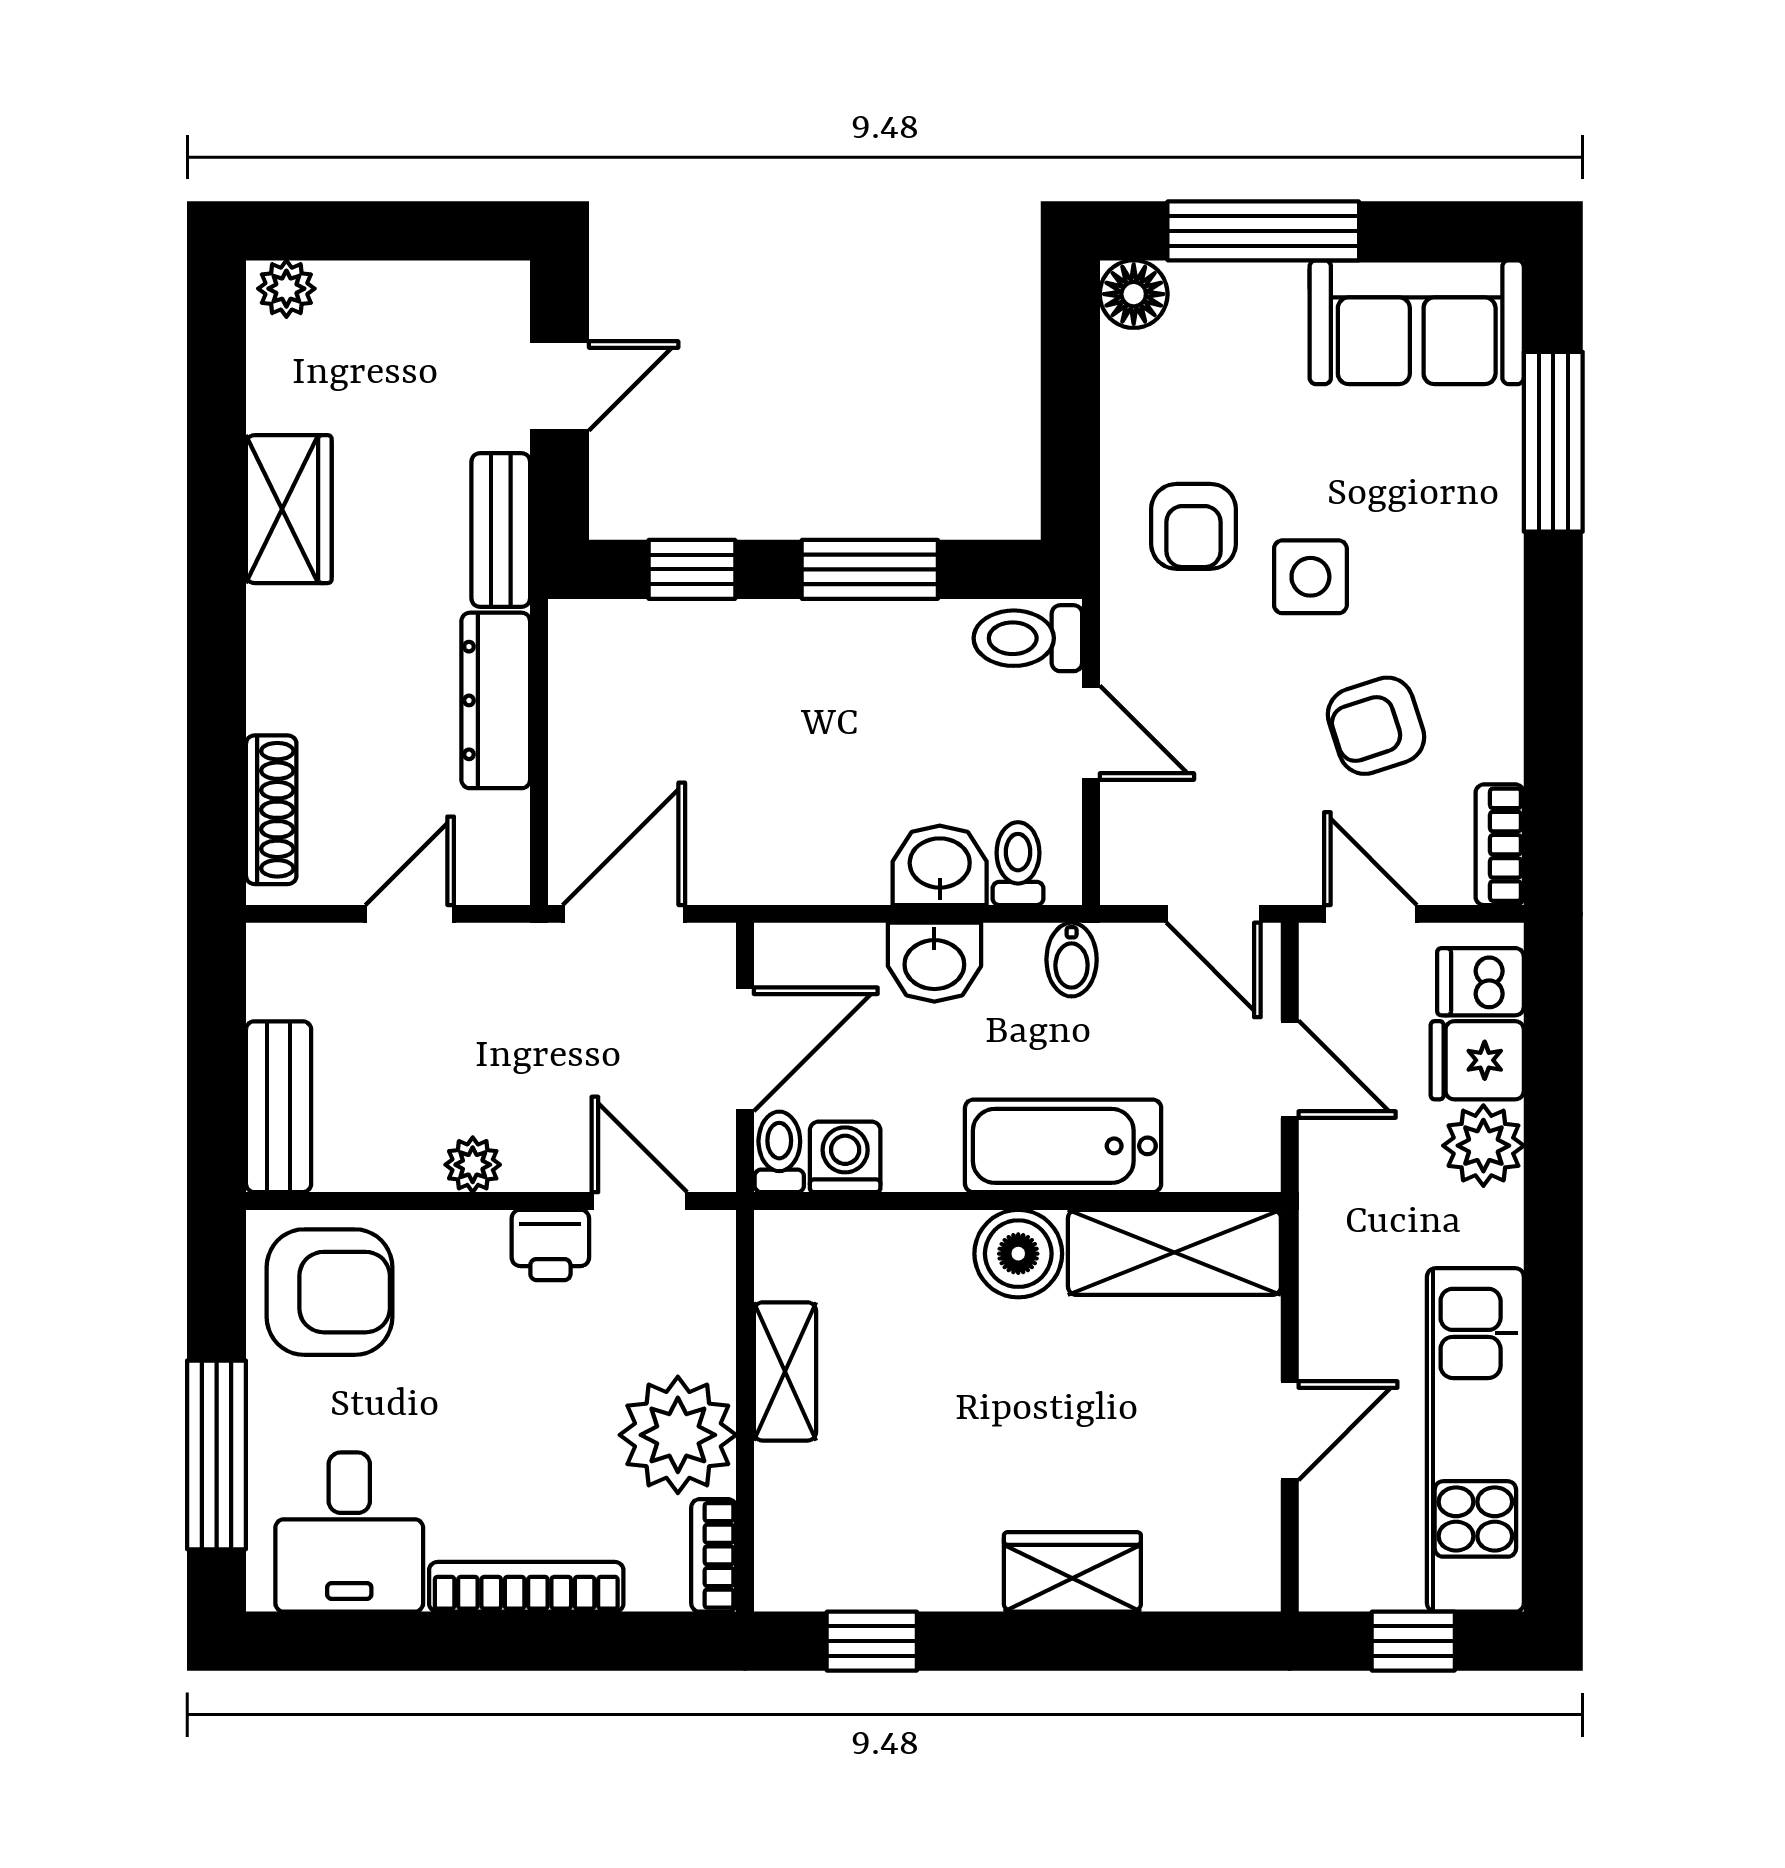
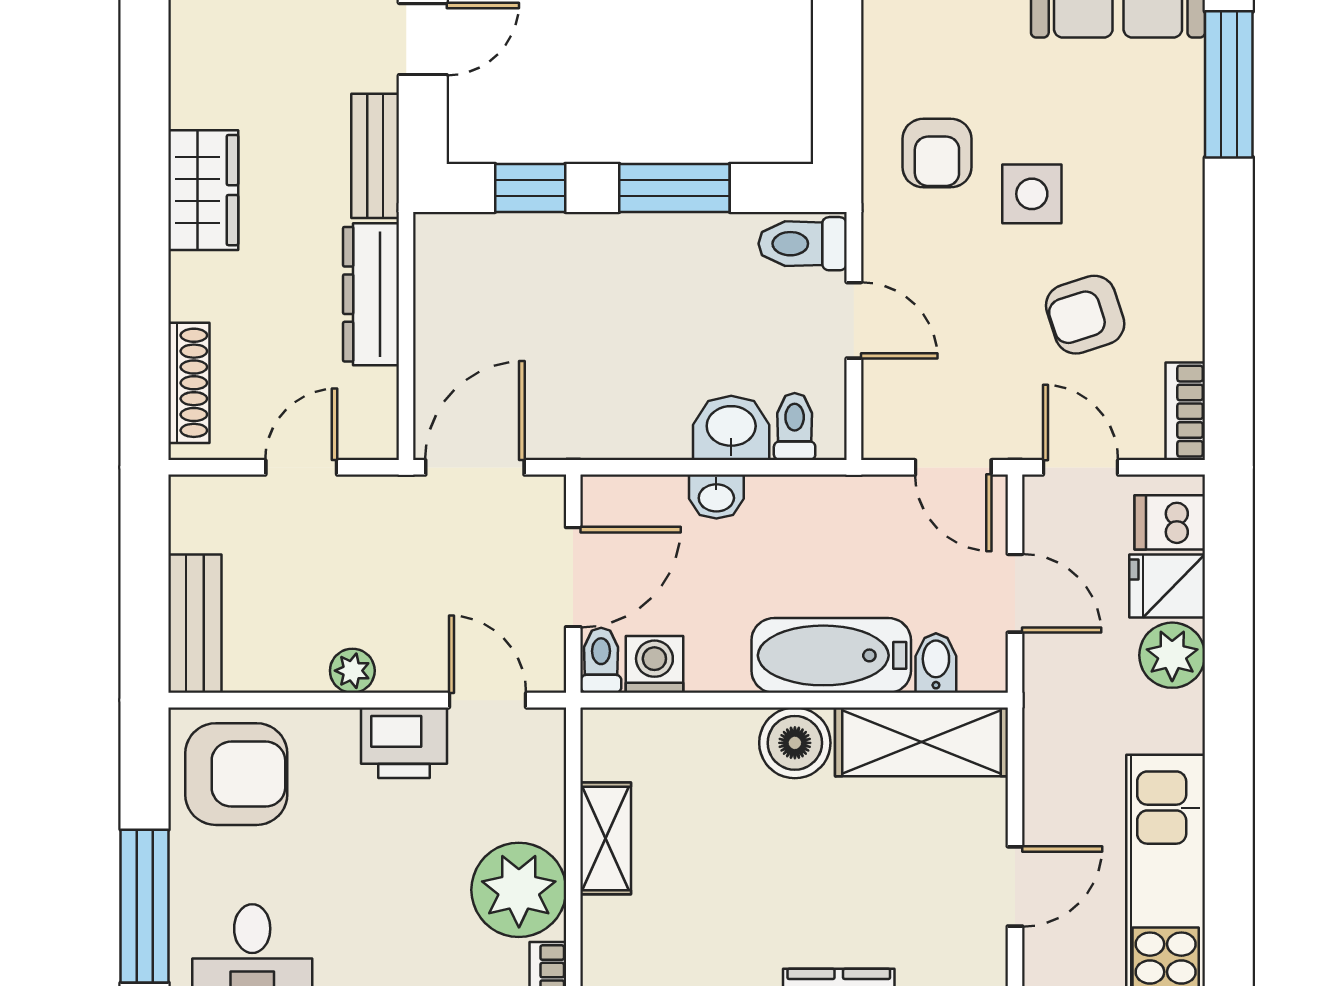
wardrobe: (289, 509) -> (203, 190), moved
bidet: (1072, 960) -> (936, 663), moved, turned 180
washbasin: (934, 962) -> (716, 497), width x0.72, depth x0.69
printer: (550, 1245) -> (404, 743), width x1.36, depth x1.24

